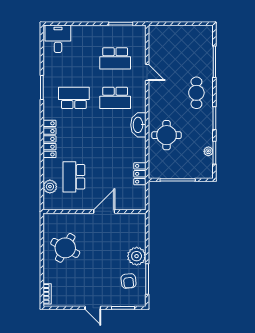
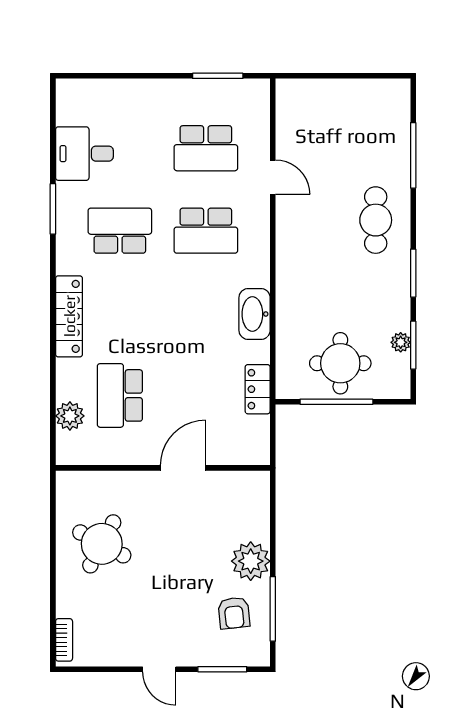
desk: (58, 39) -> (84, 154), moved, turned -90
washbasin: (138, 125) -> (255, 314), moved
round table: (167, 135) -> (340, 363), moved

